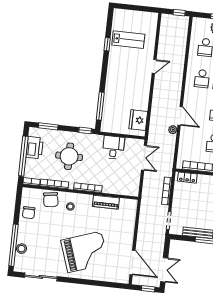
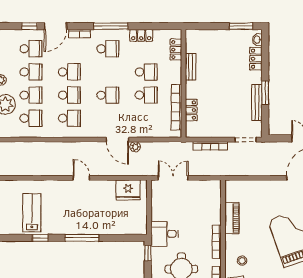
door: (154, 66) -> (81, 178), moved
window: (100, 106) -> (82, 238), moved
door: (180, 116) -> (117, 140), swing flipped
desk: (113, 147) -> (165, 234), moved
locker: (187, 178) -> (191, 110), moved

